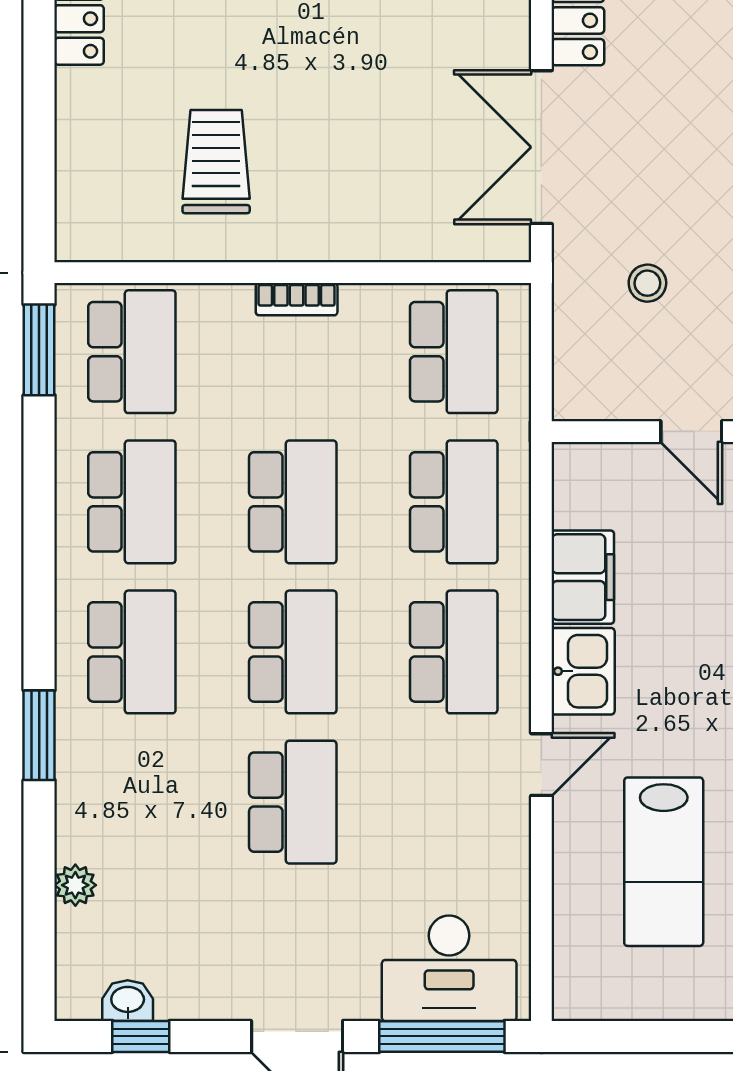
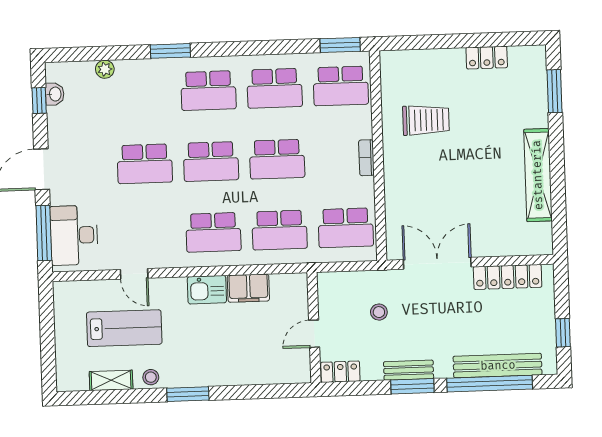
door: (541, 765) -> (134, 274), moved
lab bench: (664, 862) -> (124, 328), turned 180

